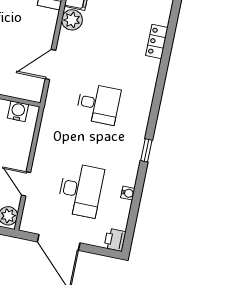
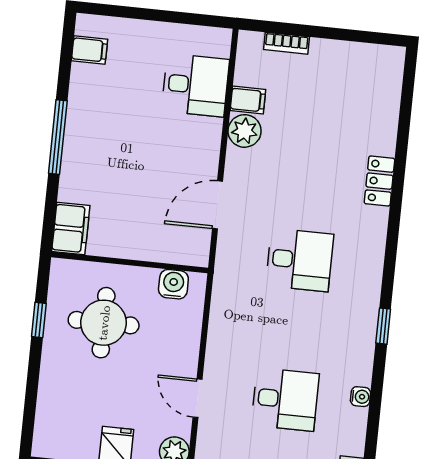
locker: (157, 41) -> (379, 181), moved
desk: (81, 190) -> (285, 399), width x0.73

